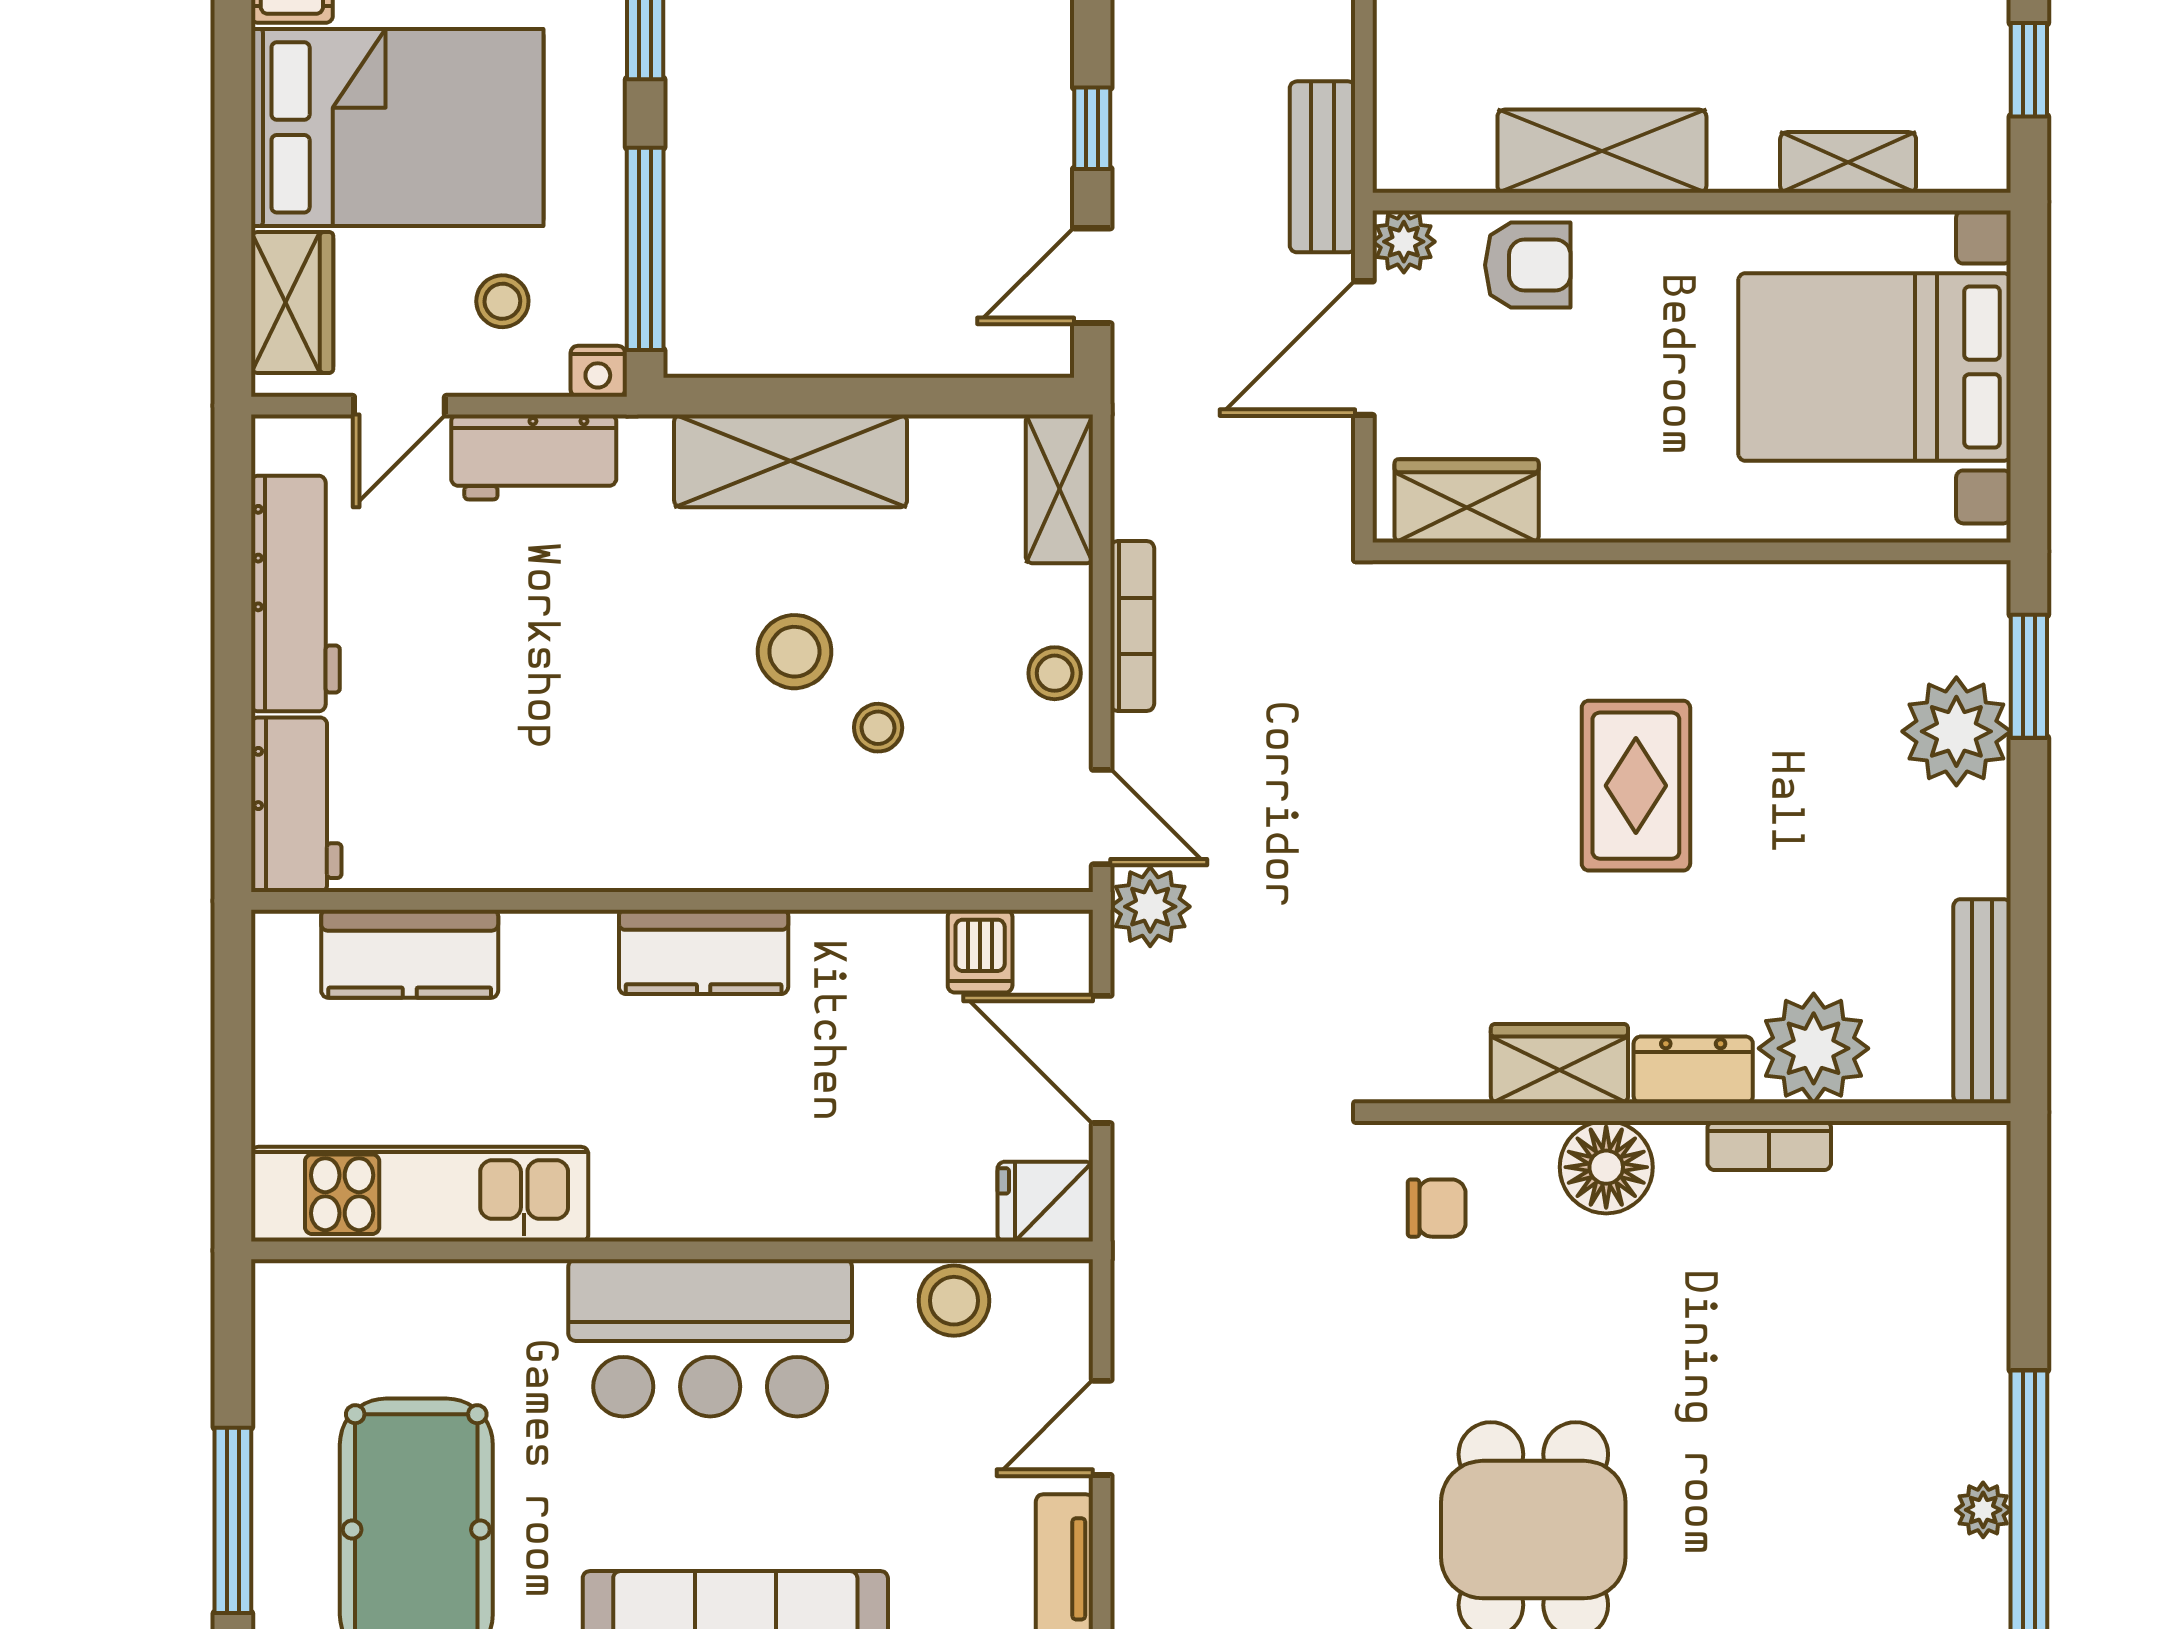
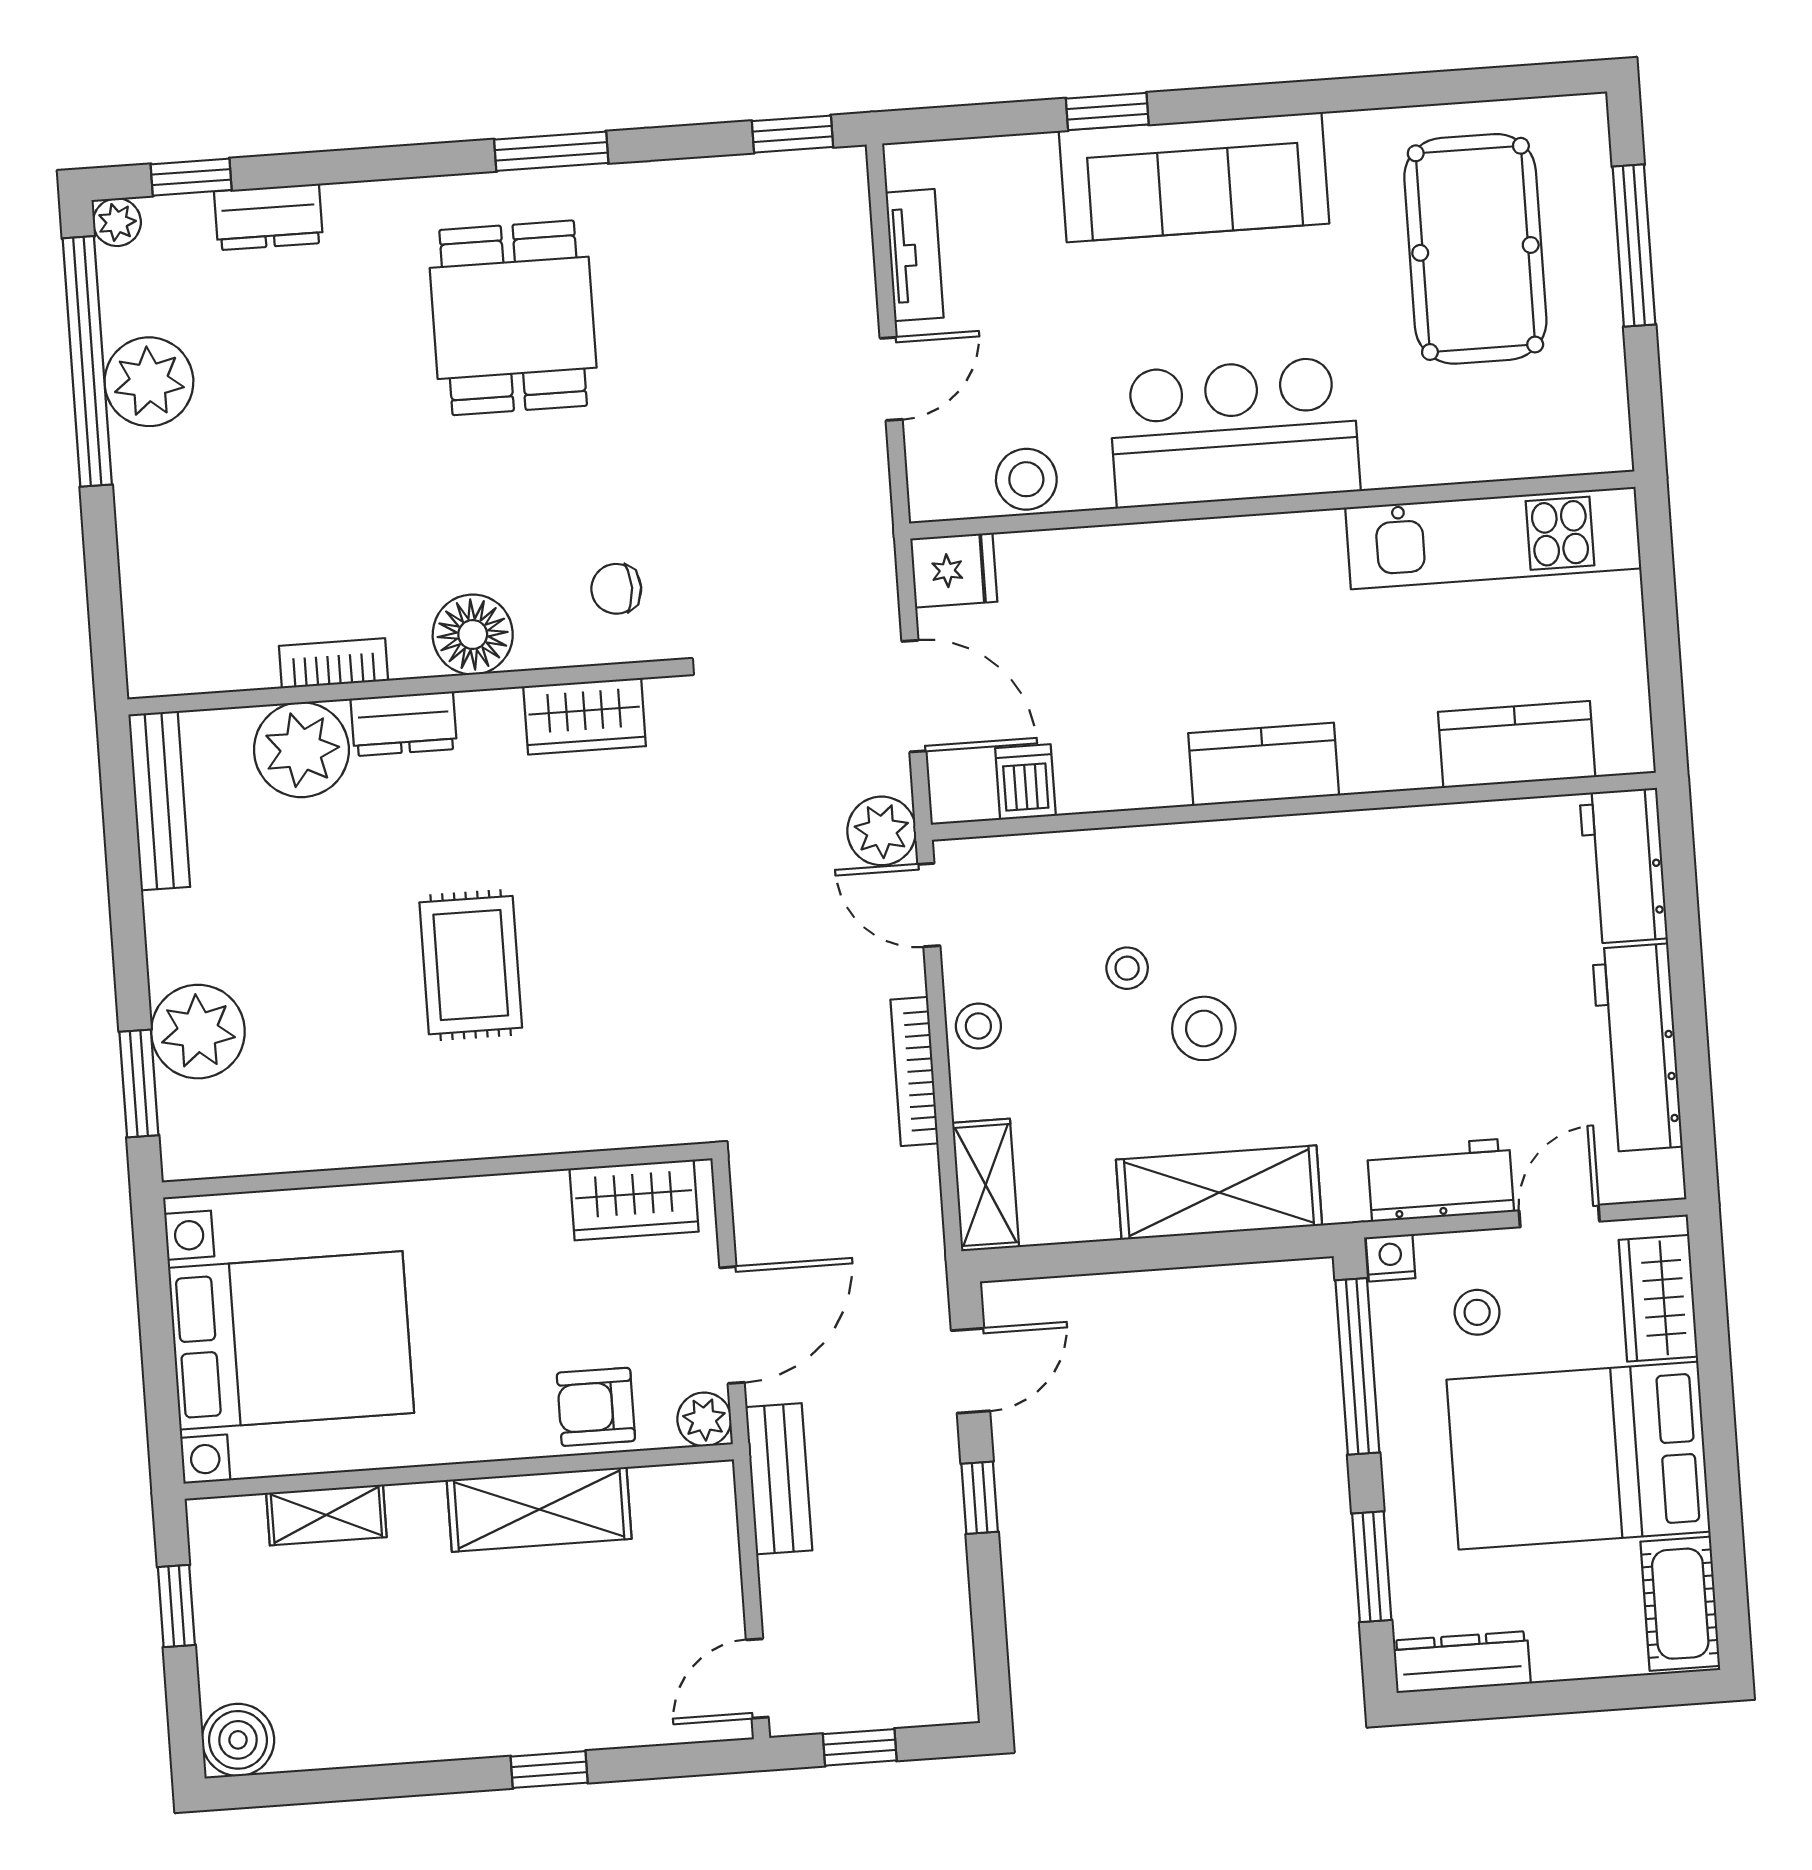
wardrobe: (1559, 1064) -> (585, 716), moved
plant: (1983, 1510) -> (149, 382), width x1.88, depth x1.88

